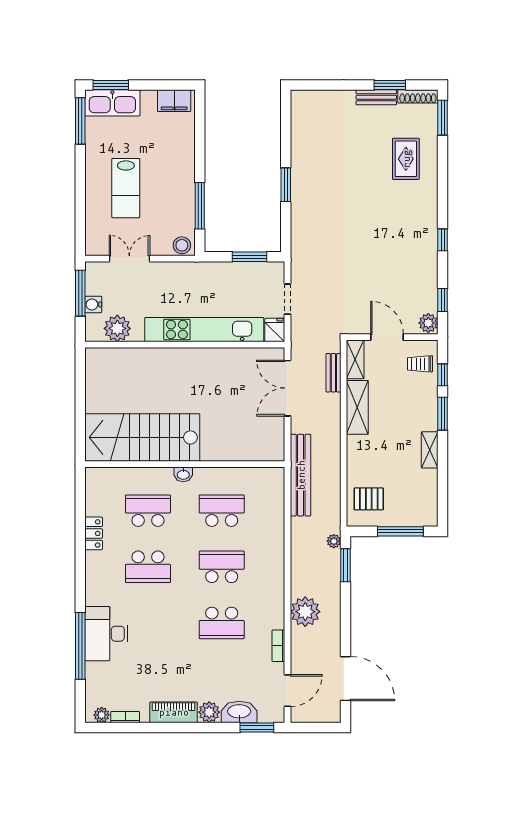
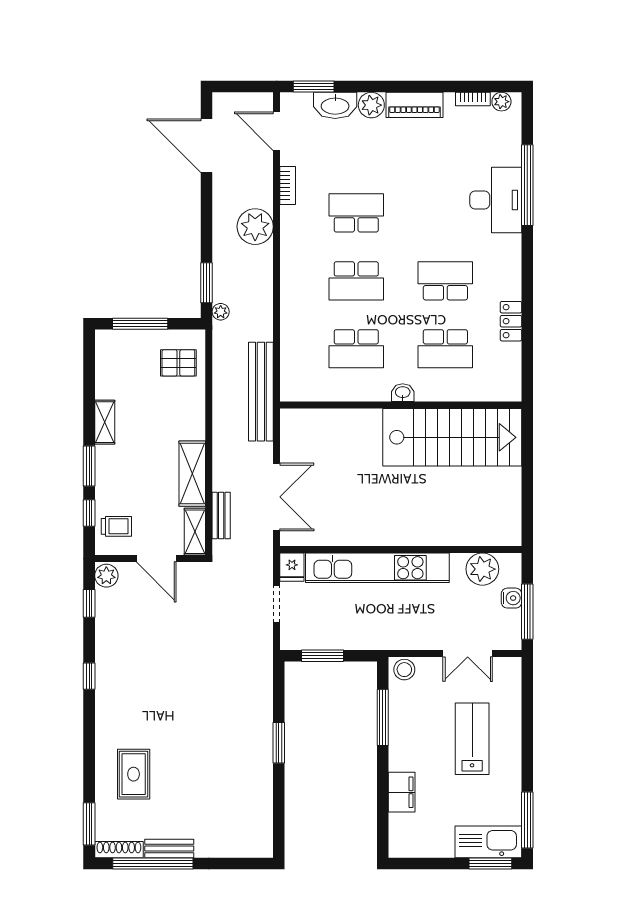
window: (390, 85) -> (153, 863), width x2.11
filing cabinet: (174, 101) -> (402, 792), moved, turned 90
door: (288, 691) -> (277, 131), hinge flipped

